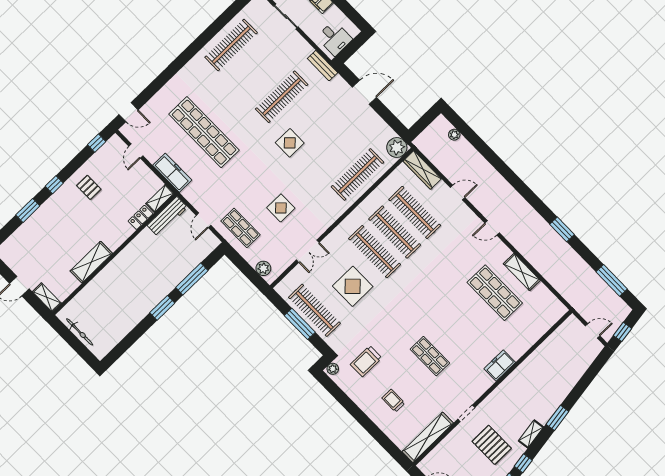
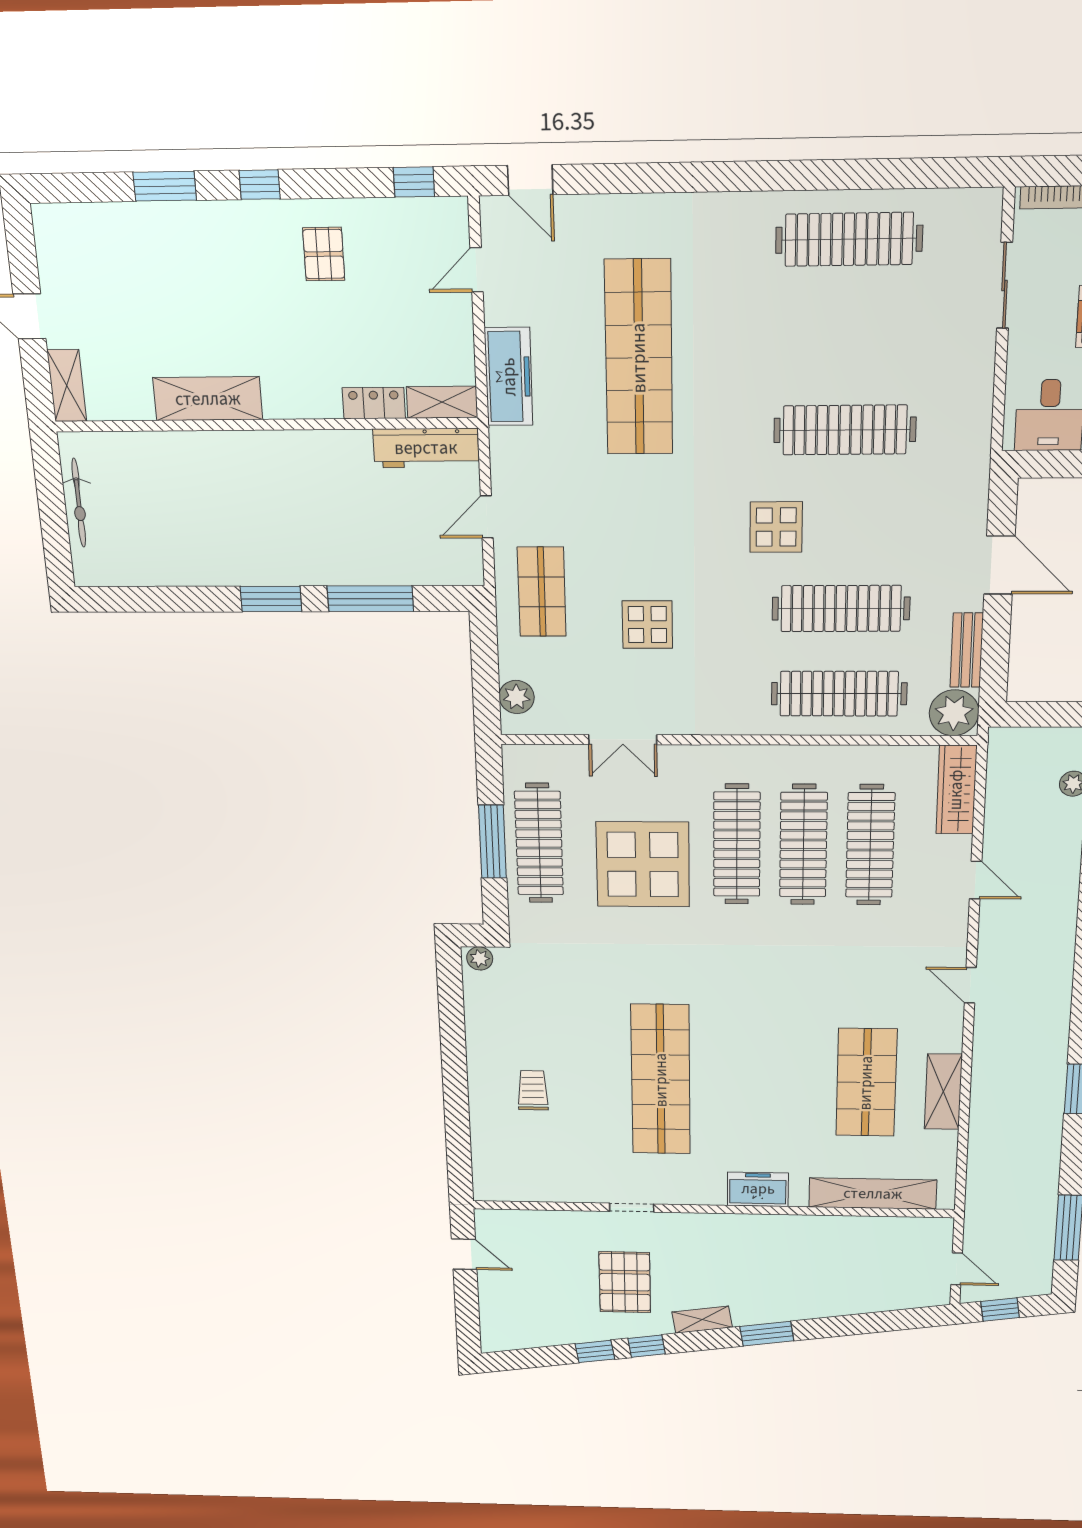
bench: (322, 66) -> (967, 650), moved
clothes rail: (332, 149) -> (841, 609), added
display table: (353, 286) -> (643, 864), width x1.36, depth x1.36
shop shelf: (430, 356) -> (661, 1080), width x2.00, depth x1.36
trolley: (366, 361) -> (547, 996), removed
shelving: (428, 437) -> (873, 1194), moved

